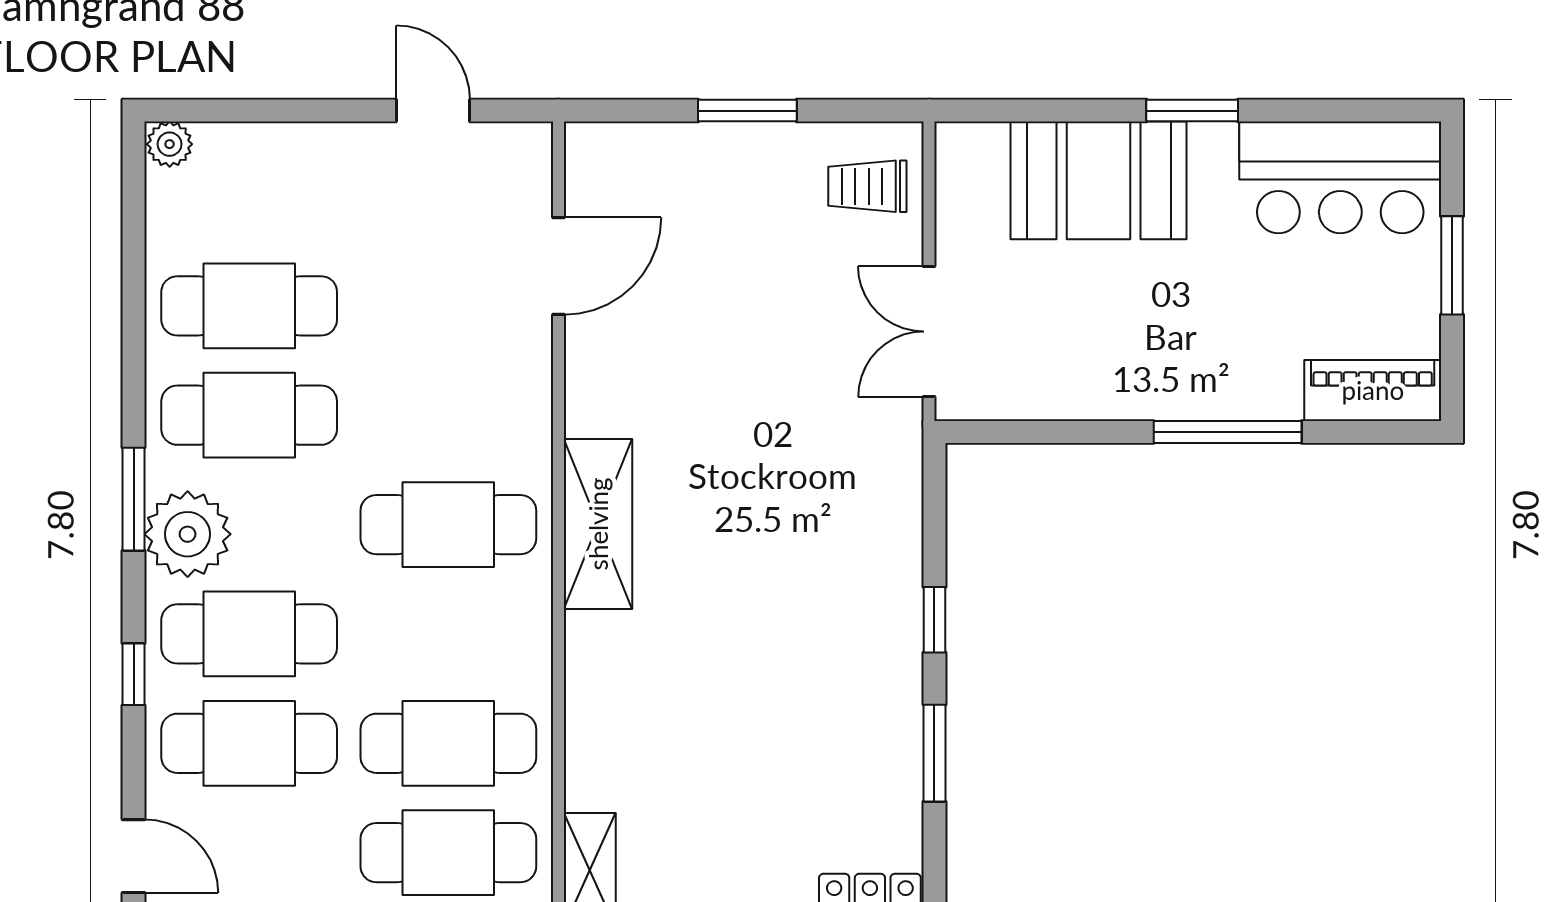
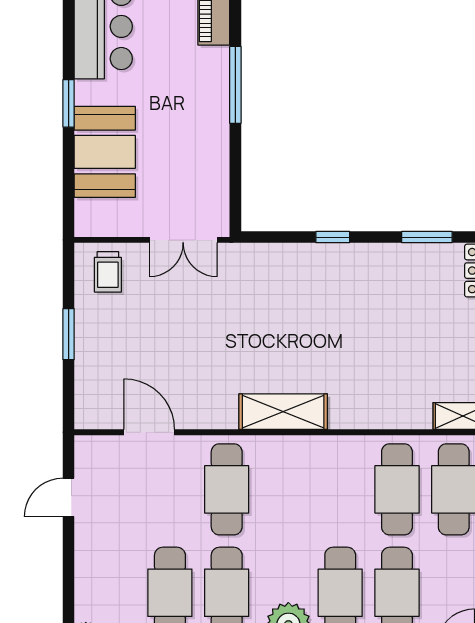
cafe table: (448, 525) -> (227, 489), moved
window: (934, 753) -> (427, 237), moved

